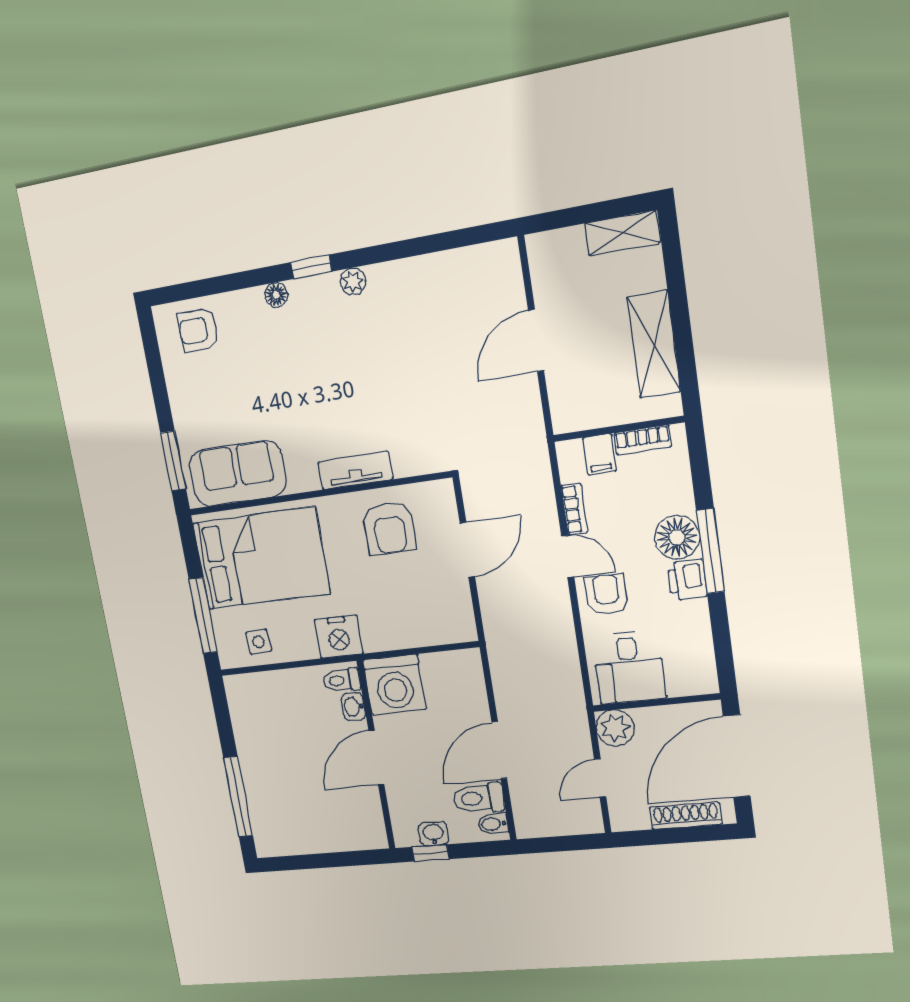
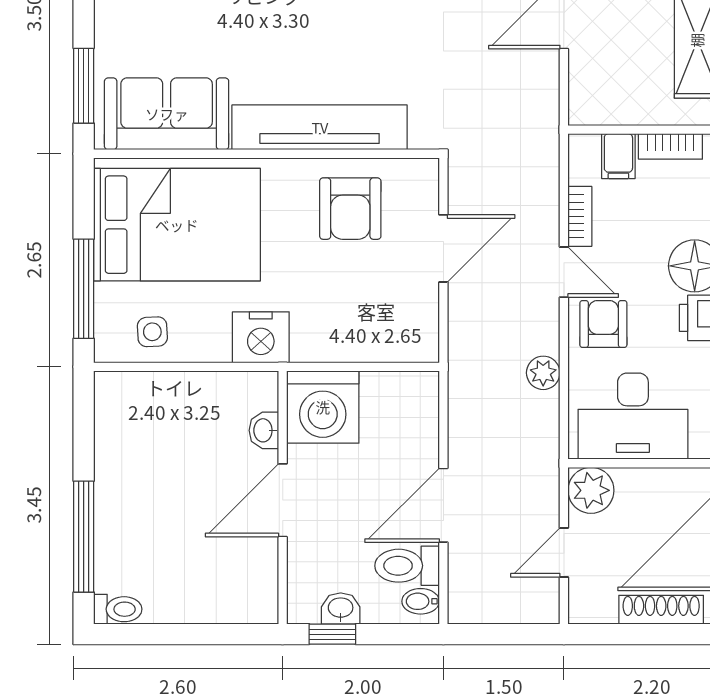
tv unit: (355, 471) -> (320, 127), width x1.92, depth x1.29
plant: (563, 639) -> (543, 373), added
desk: (629, 667) -> (633, 416), width x1.37
toilet: (342, 680) -> (118, 609), moved, turned 180

